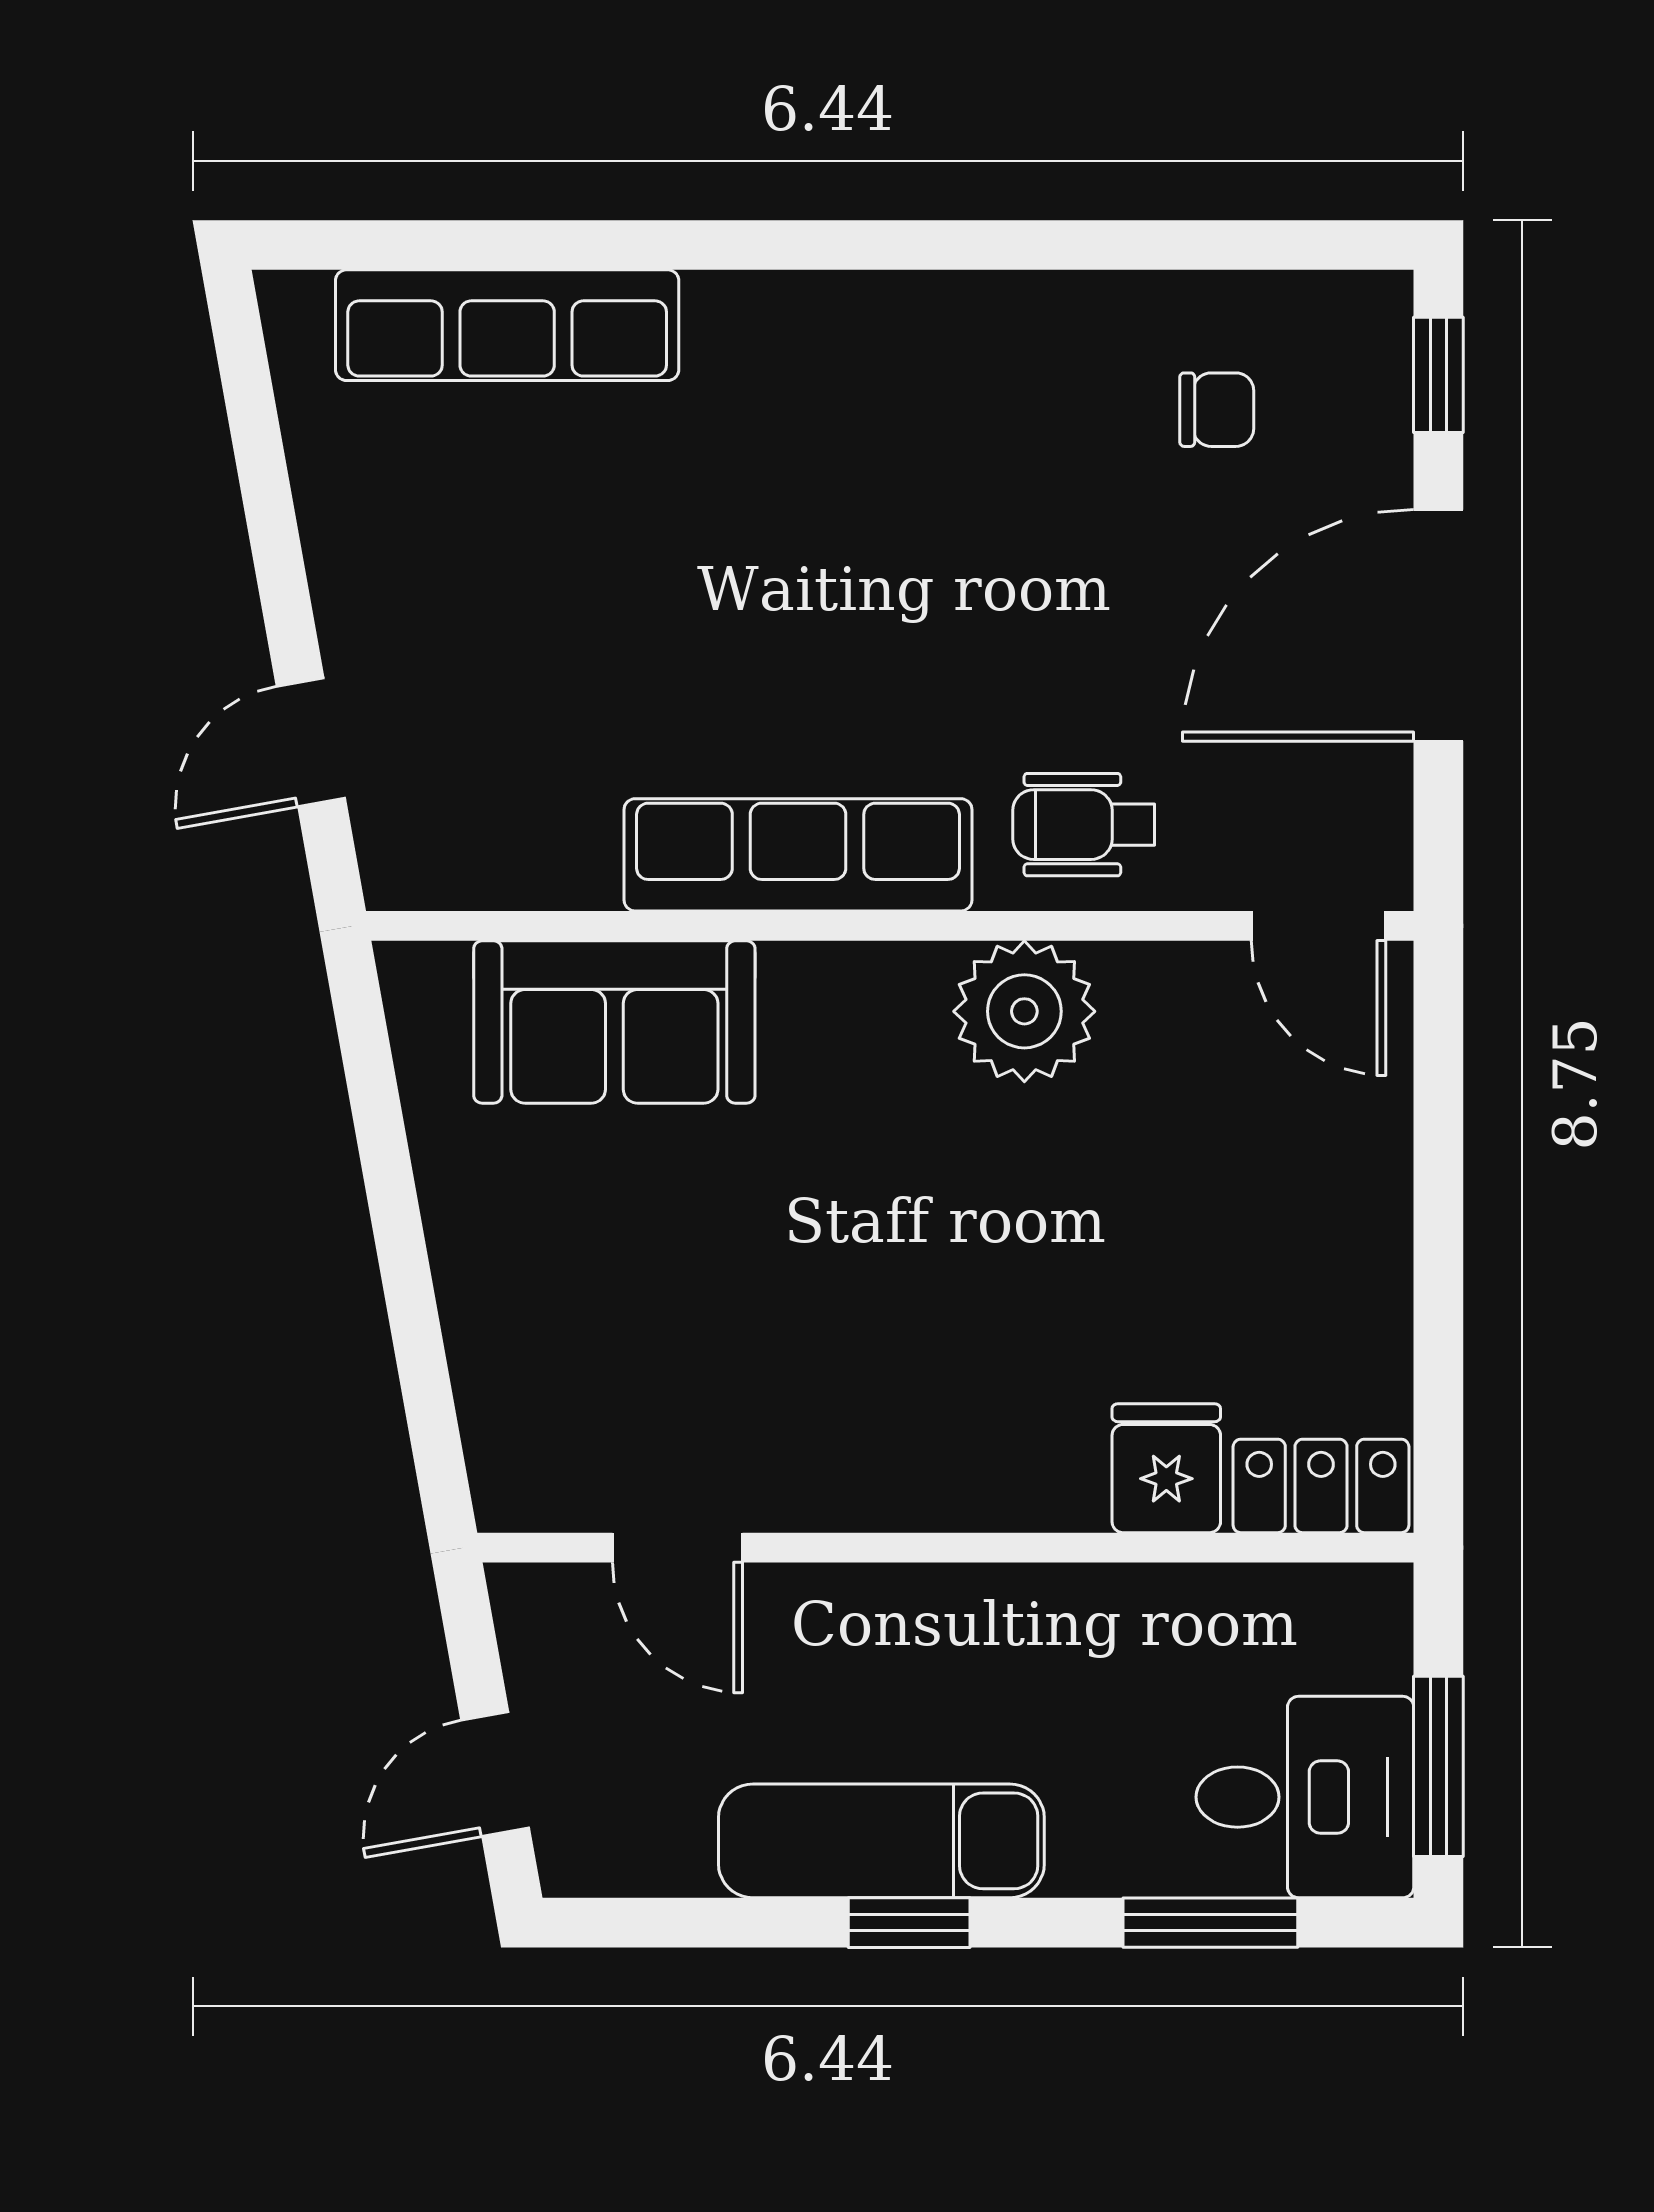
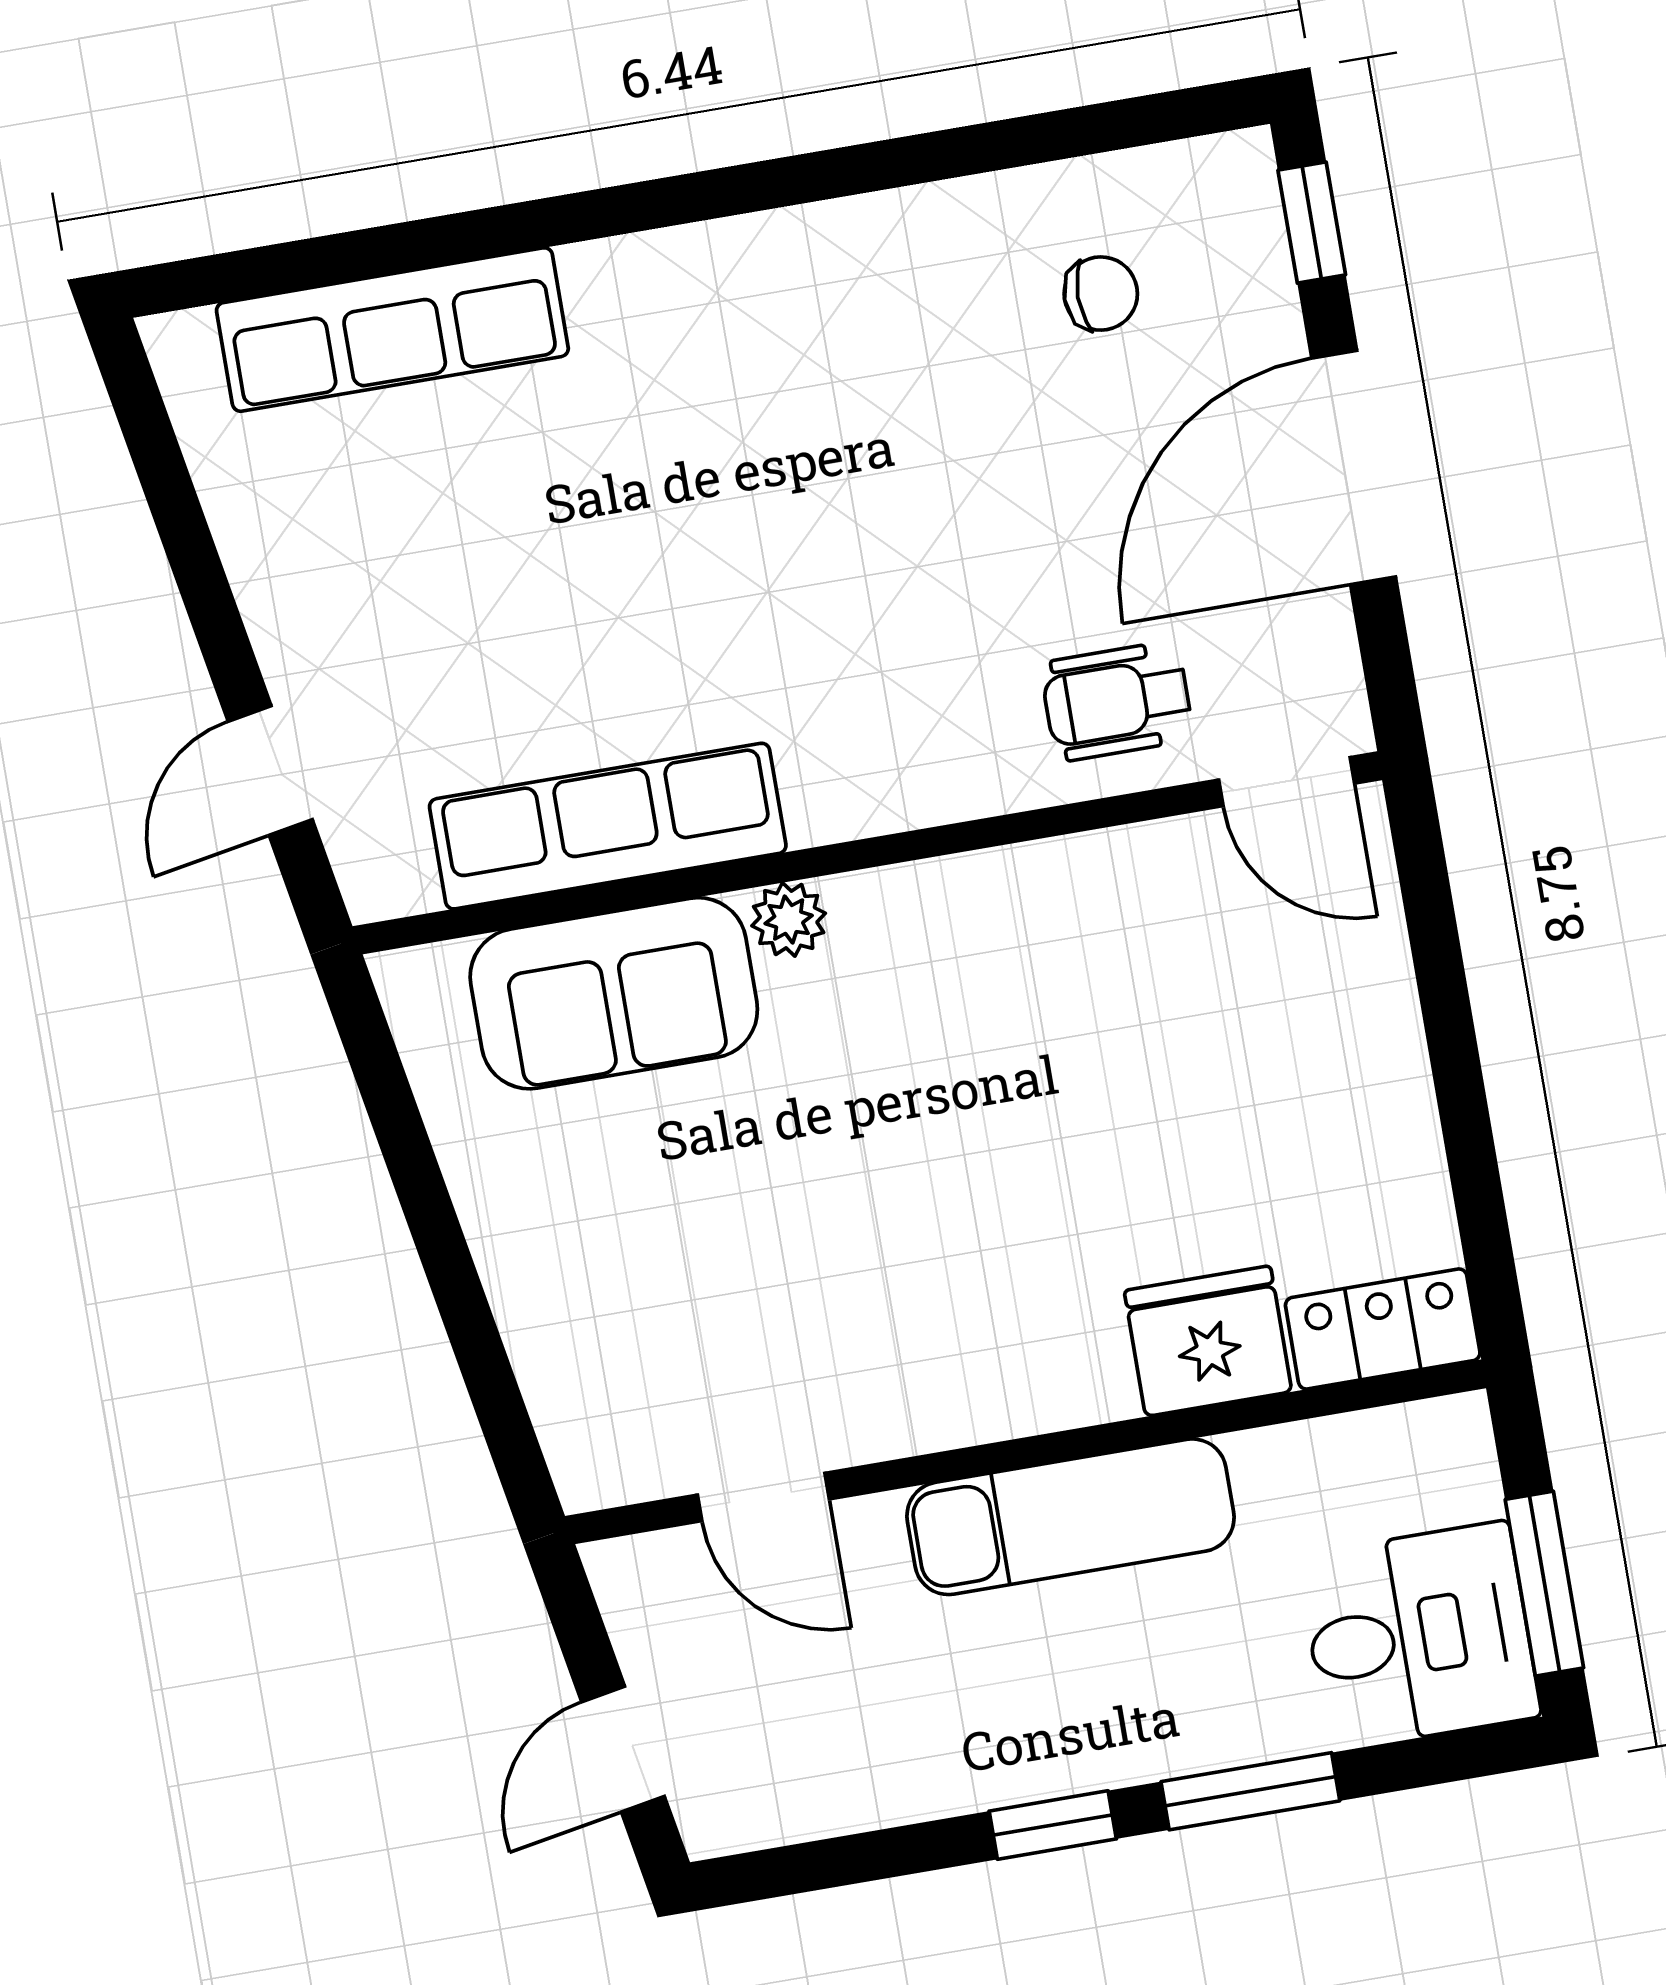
wheelchair: (1084, 825) -> (1117, 701), moved
row of seats: (798, 855) -> (608, 826), moved
plant: (1024, 1011) -> (789, 919), moved, width x0.53, depth x0.53
fridge: (1166, 1468) -> (1208, 1341), width x1.38
exam couch: (881, 1841) -> (1071, 1517), moved, turned 180
window: (1210, 1923) -> (1250, 1791), moved

